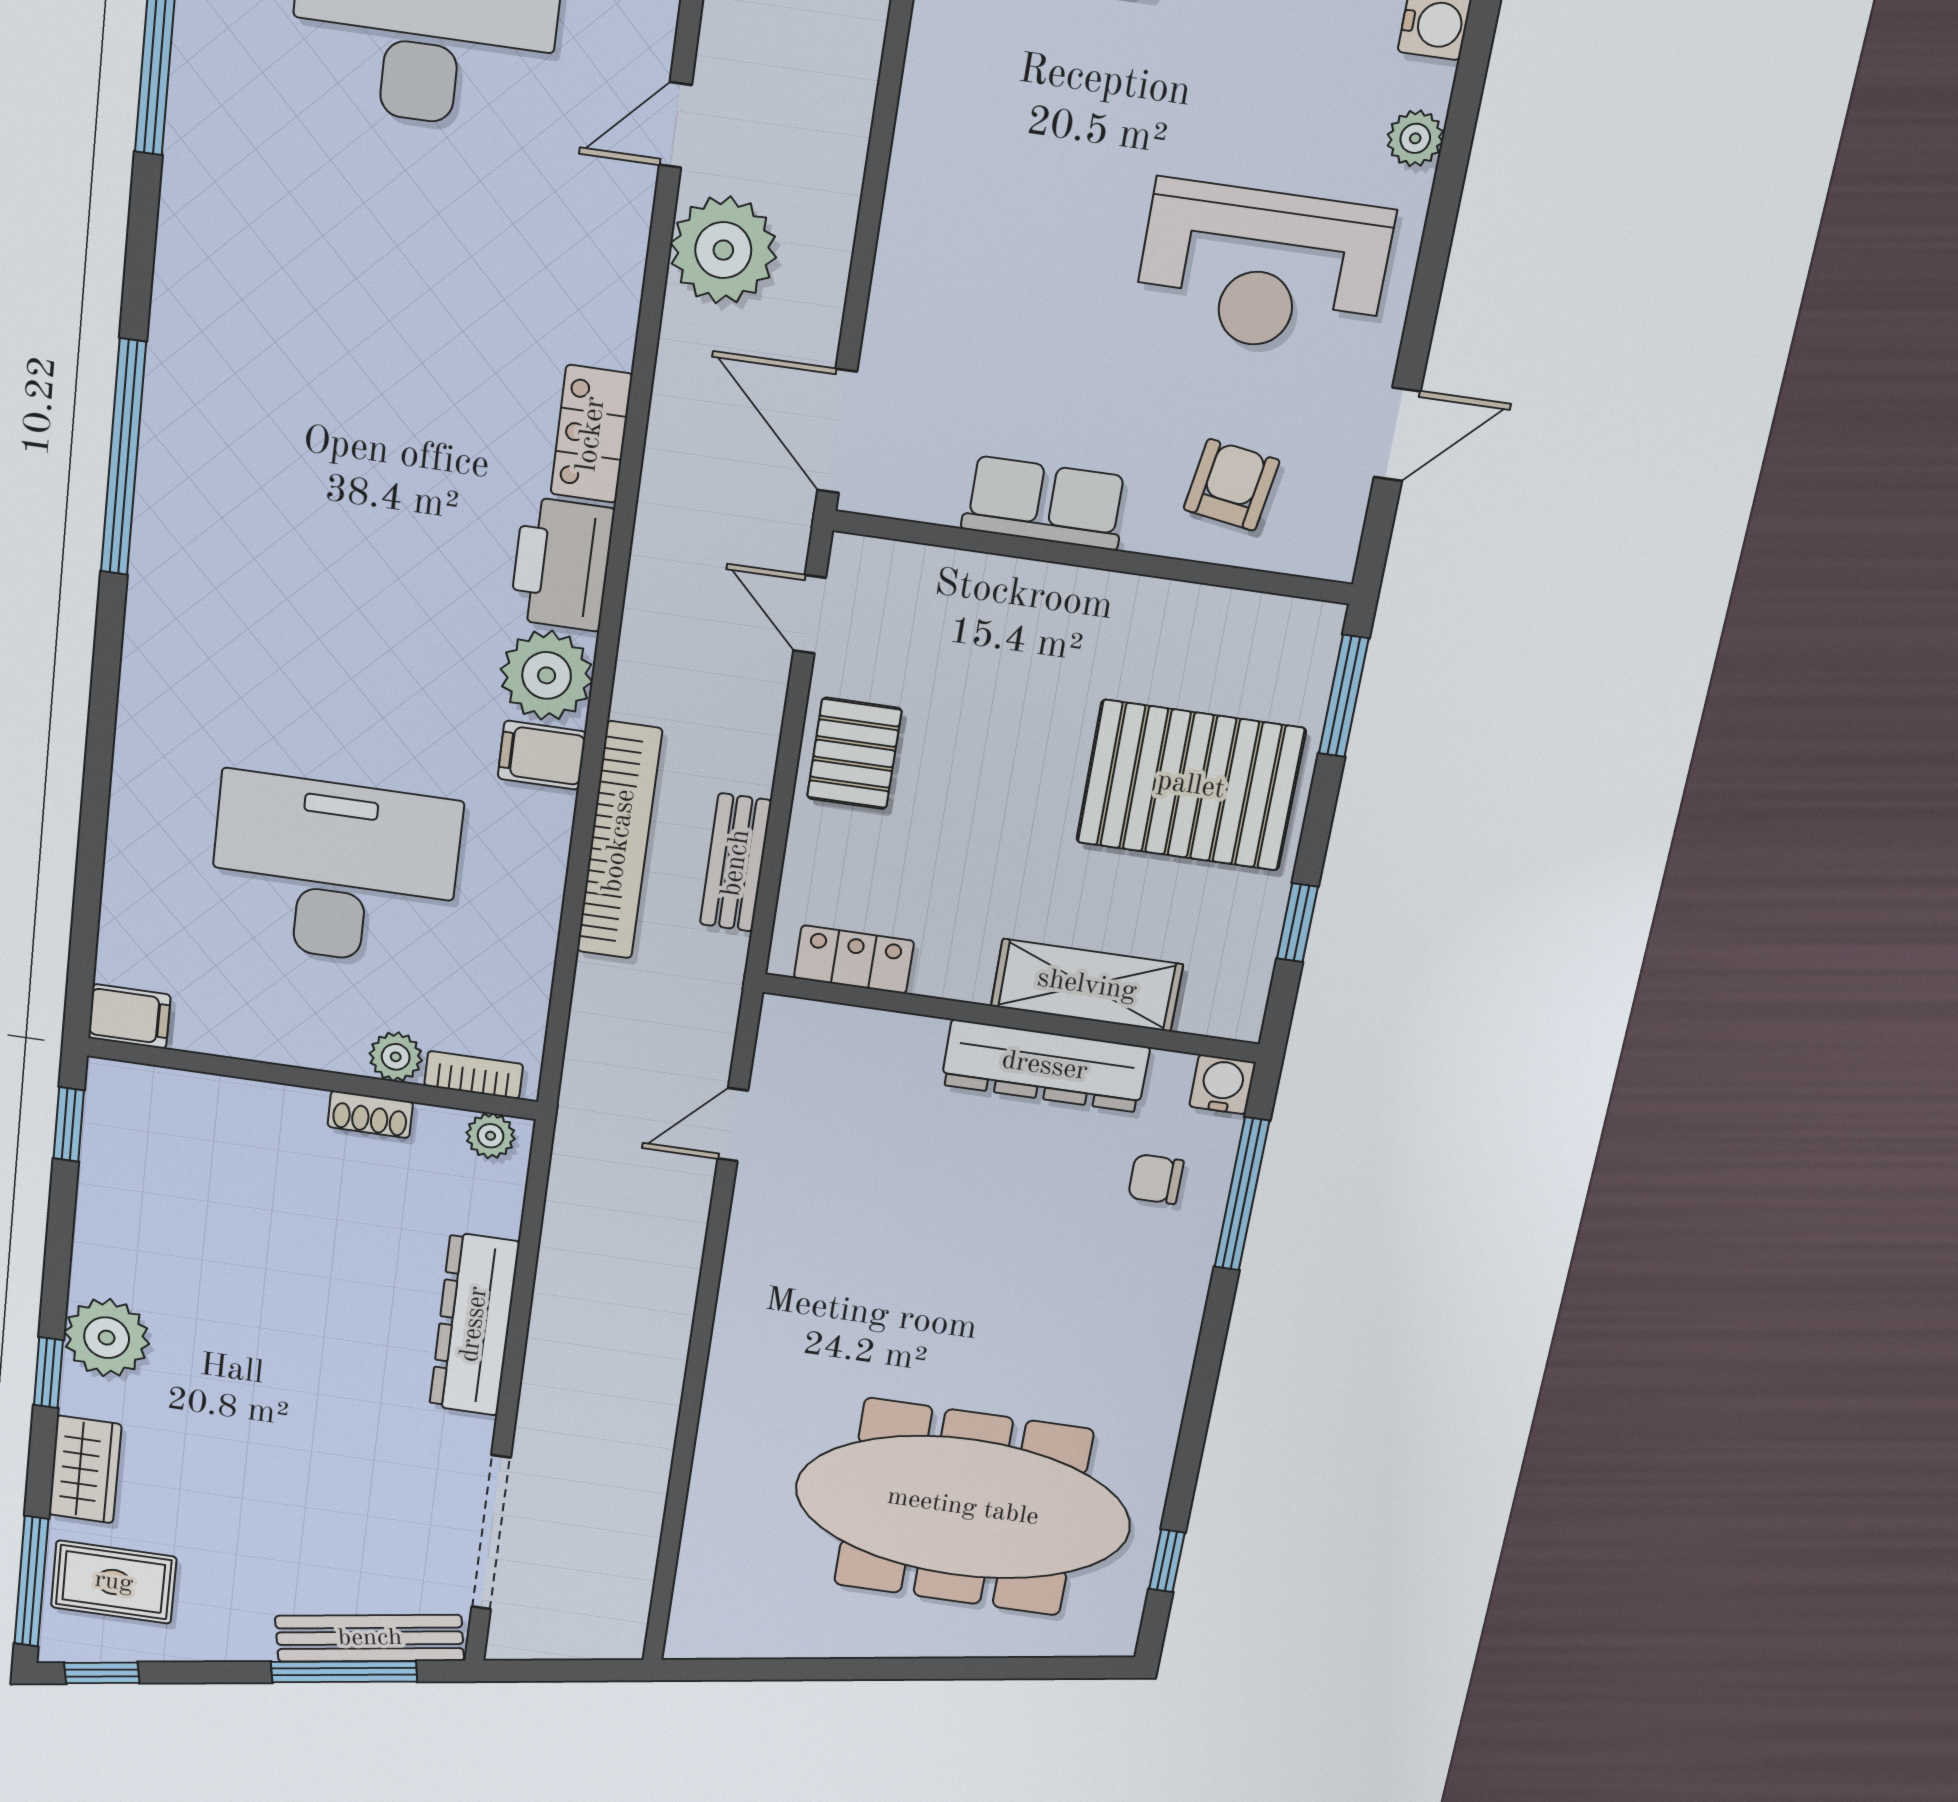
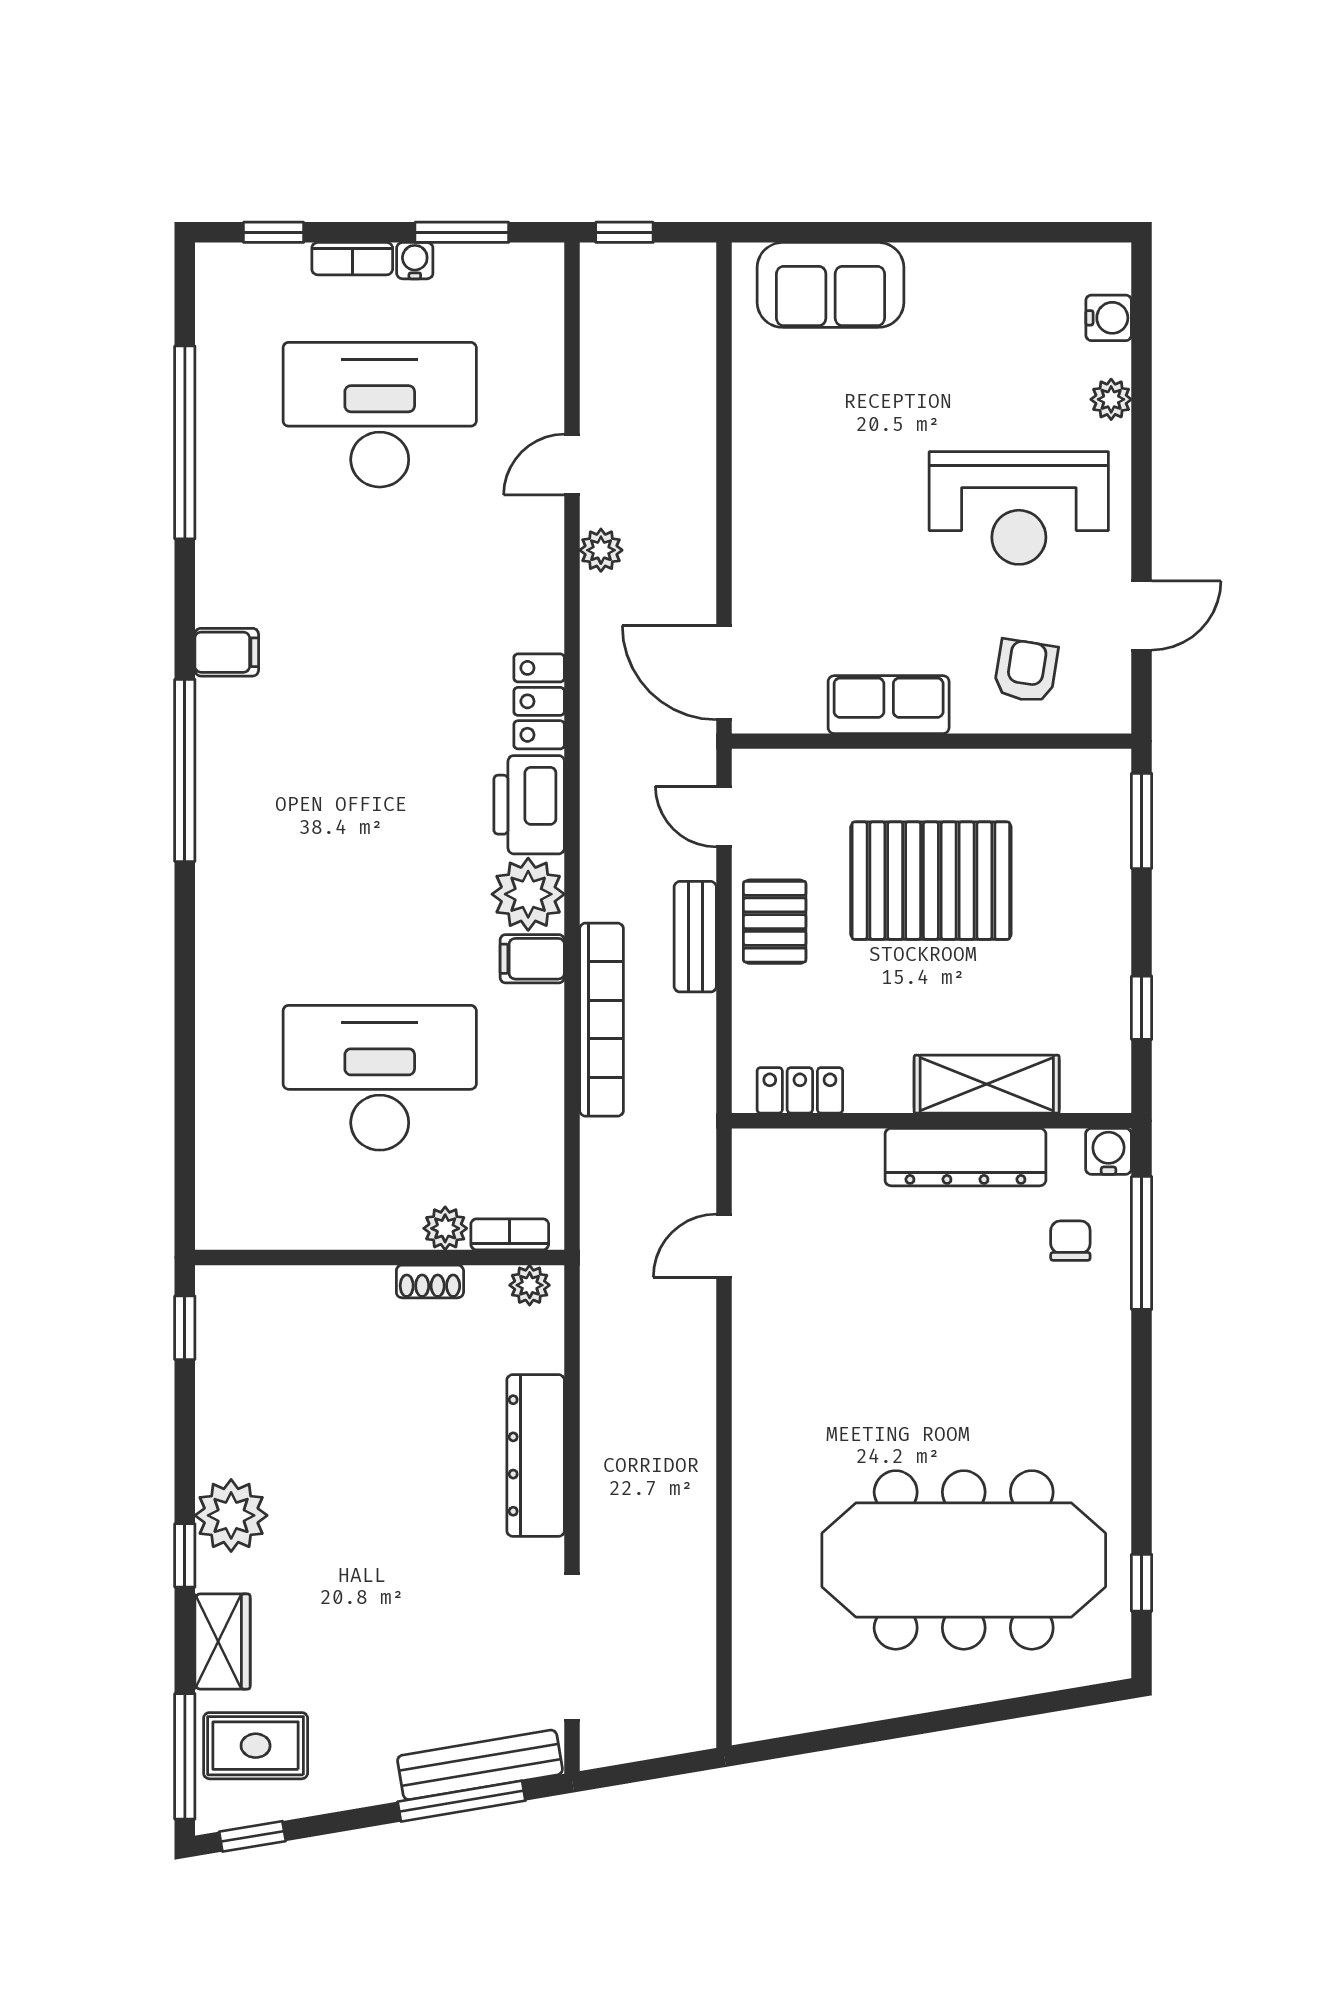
plant: (723, 250) -> (601, 550), width x0.53, depth x0.53
pallet: (1191, 785) -> (931, 881), moved
bench: (736, 863) -> (695, 937), moved
filing cabinet: (129, 1016) -> (227, 652), moved
chair: (1156, 1179) -> (1070, 1241), turned 90

